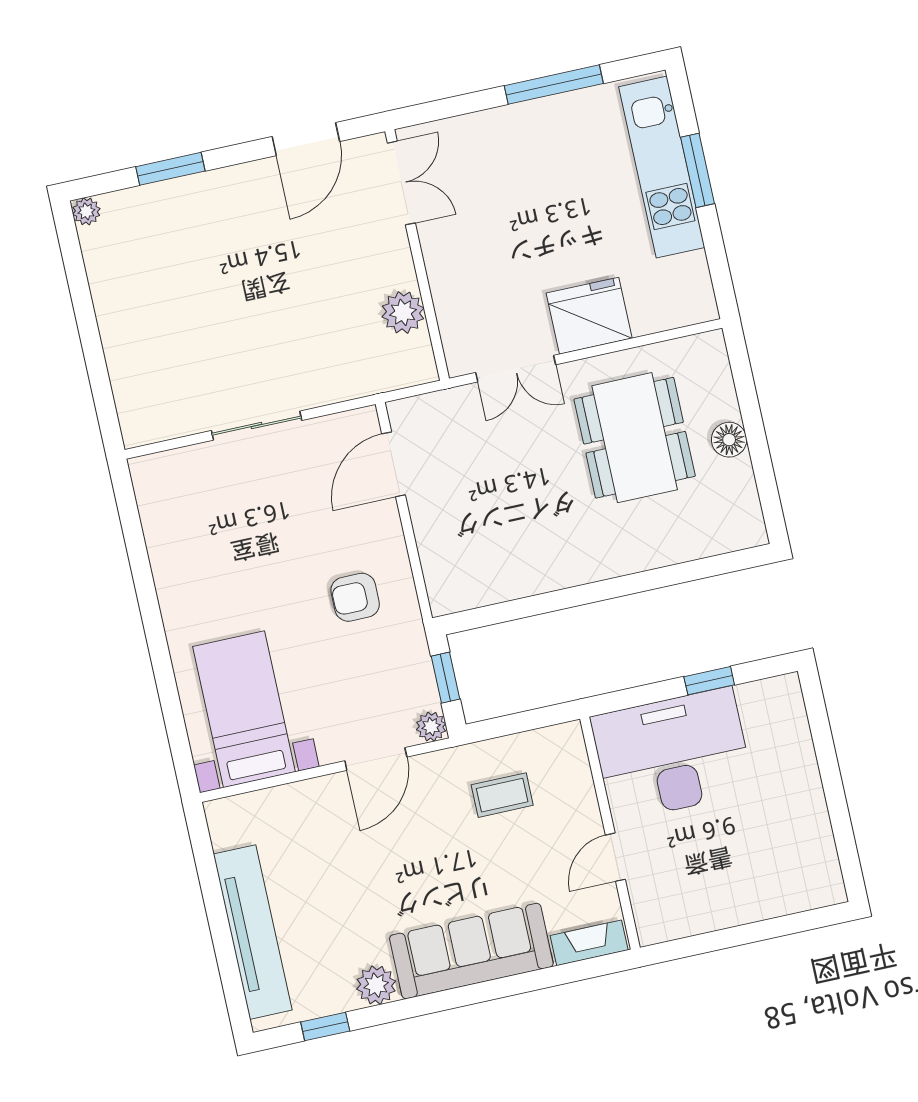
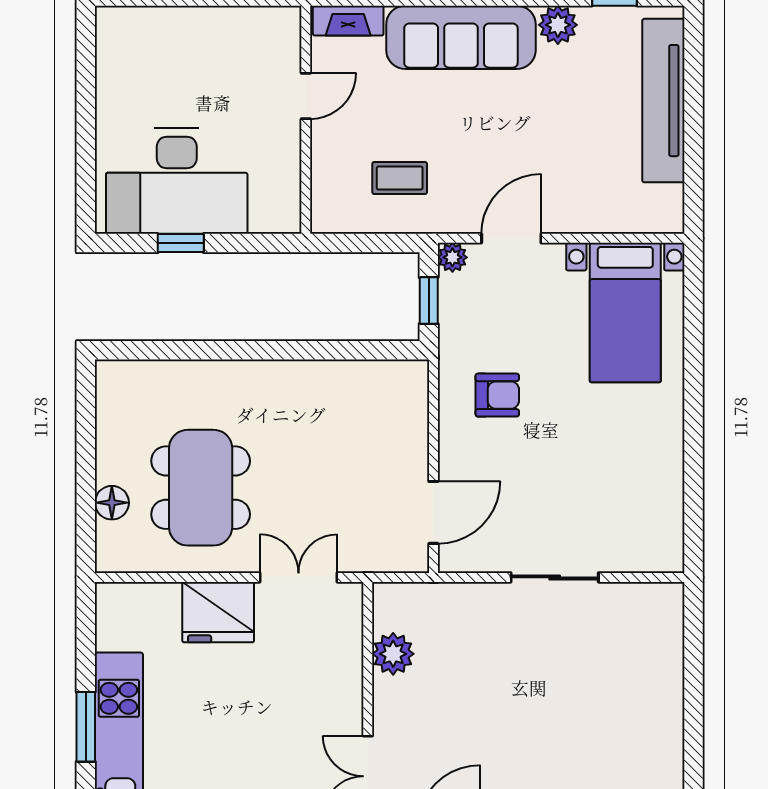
floor lamp: (729, 440) -> (112, 503), moved
desk: (672, 754) -> (177, 181), moved

